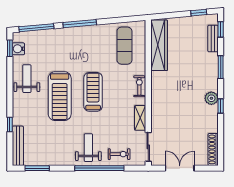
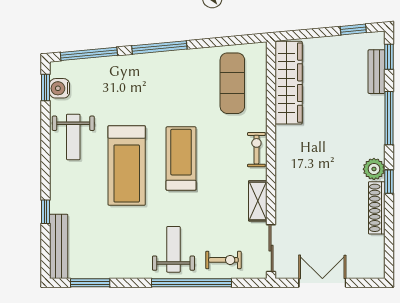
window: (221, 67) -> (389, 118), width x1.44
weight bench: (27, 79) -> (73, 137), turned 180
shoe rack: (213, 149) -> (377, 208), moved

